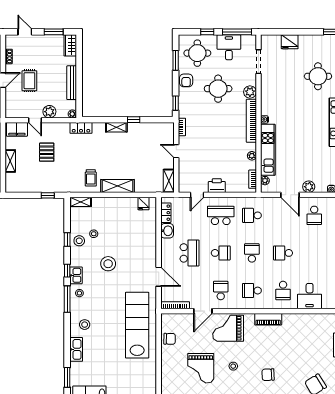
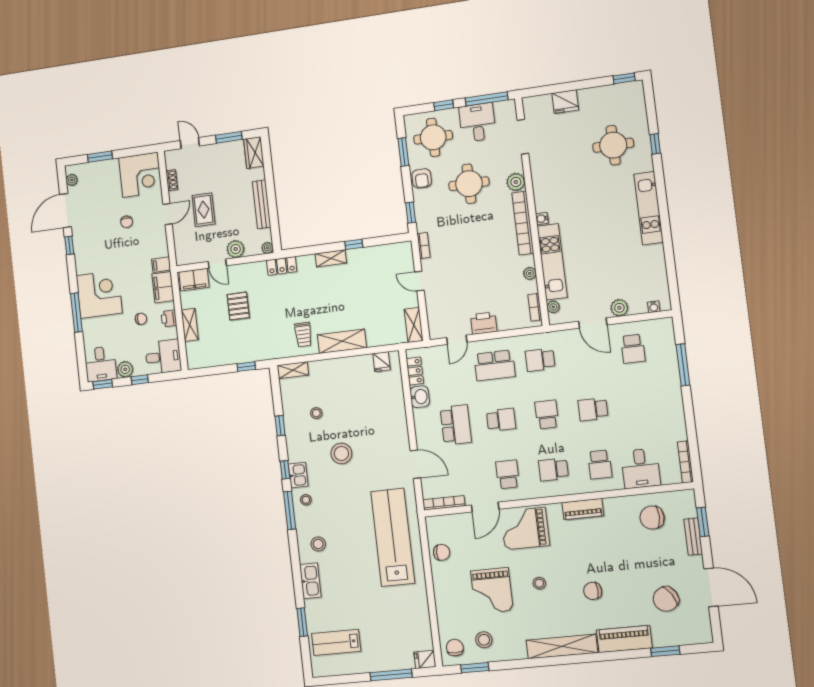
school desk: (221, 215) -> (495, 365), turned 180
stool: (79, 241) -> (297, 425), removed
chair: (313, 330) -> (652, 517), added

